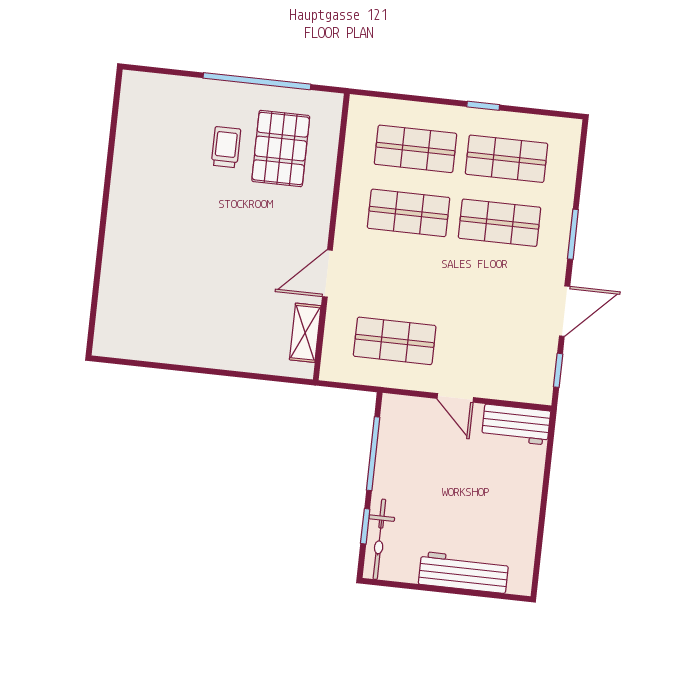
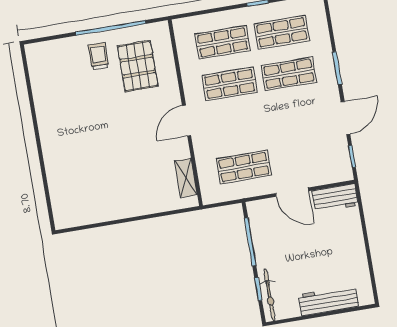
trolley: (226, 147) -> (99, 56), moved
door: (327, 273) -> (187, 121), moved
door: (455, 398) -> (292, 192), width x1.38

